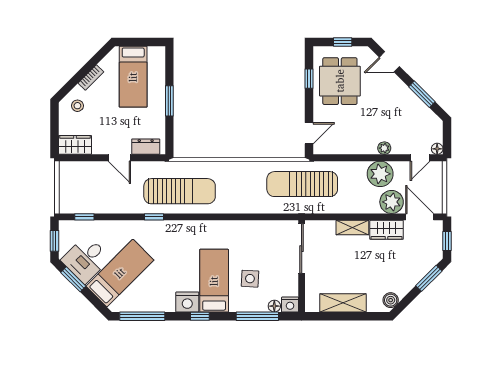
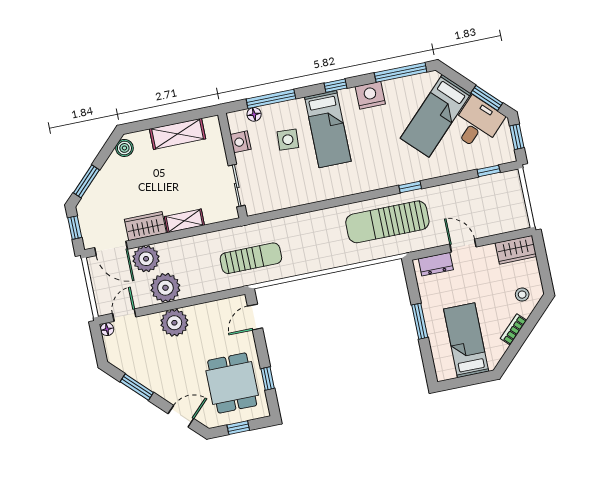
plant: (384, 148) -> (174, 323), width x1.88, depth x1.88
sun lounger: (302, 184) -> (251, 258), width x0.73, depth x0.75
sliding door: (302, 249) -> (237, 185), width x0.73
nightstand: (187, 302) -> (370, 95), moved
nightstand: (290, 305) -> (241, 142), moved, turned -90

